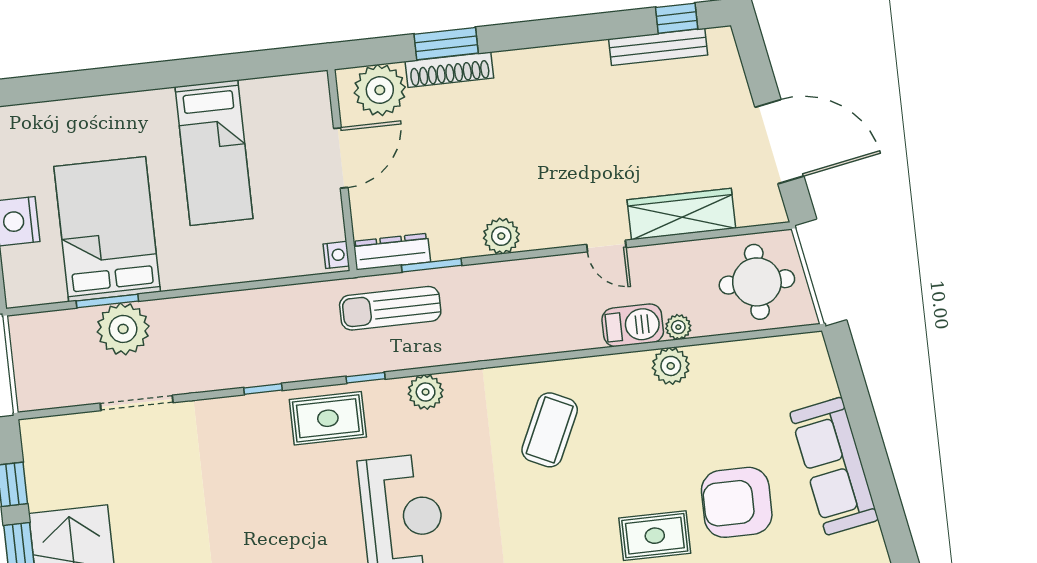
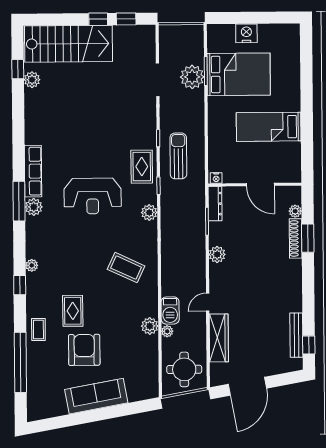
plant: (380, 90) -> (295, 211), width x0.53, depth x0.53
sun lounger: (390, 308) -> (178, 156), moved

